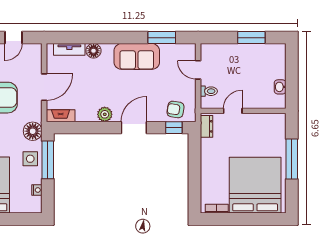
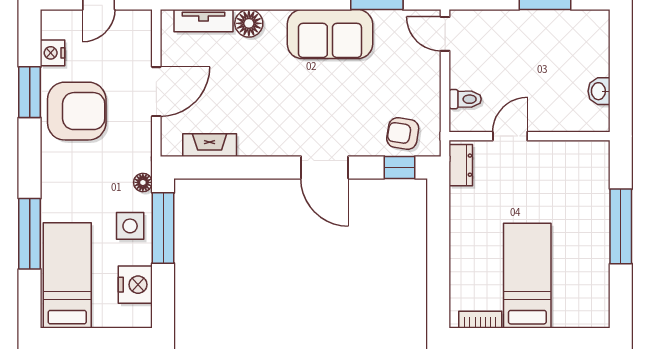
door: (198, 70) -> (445, 34), moved
plant: (105, 114) -> (270, 143), removed
fireplace: (61, 116) -> (210, 145), moved
door: (134, 128) -> (325, 167), swing flipped
floor lamp: (33, 131) -> (143, 182), width x0.53, depth x0.53
bed: (255, 185) -> (527, 276), width x0.49
nightstand: (37, 190) -> (135, 285), width x1.89, depth x1.79

